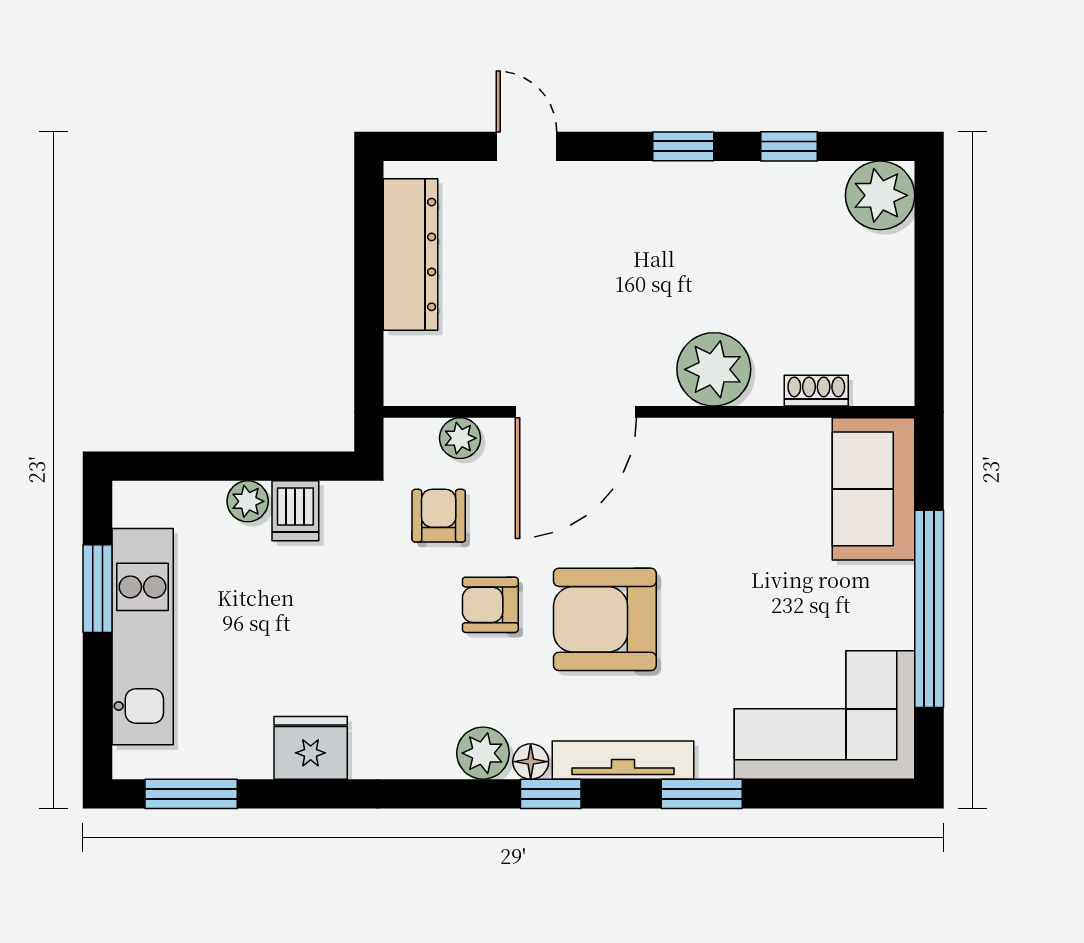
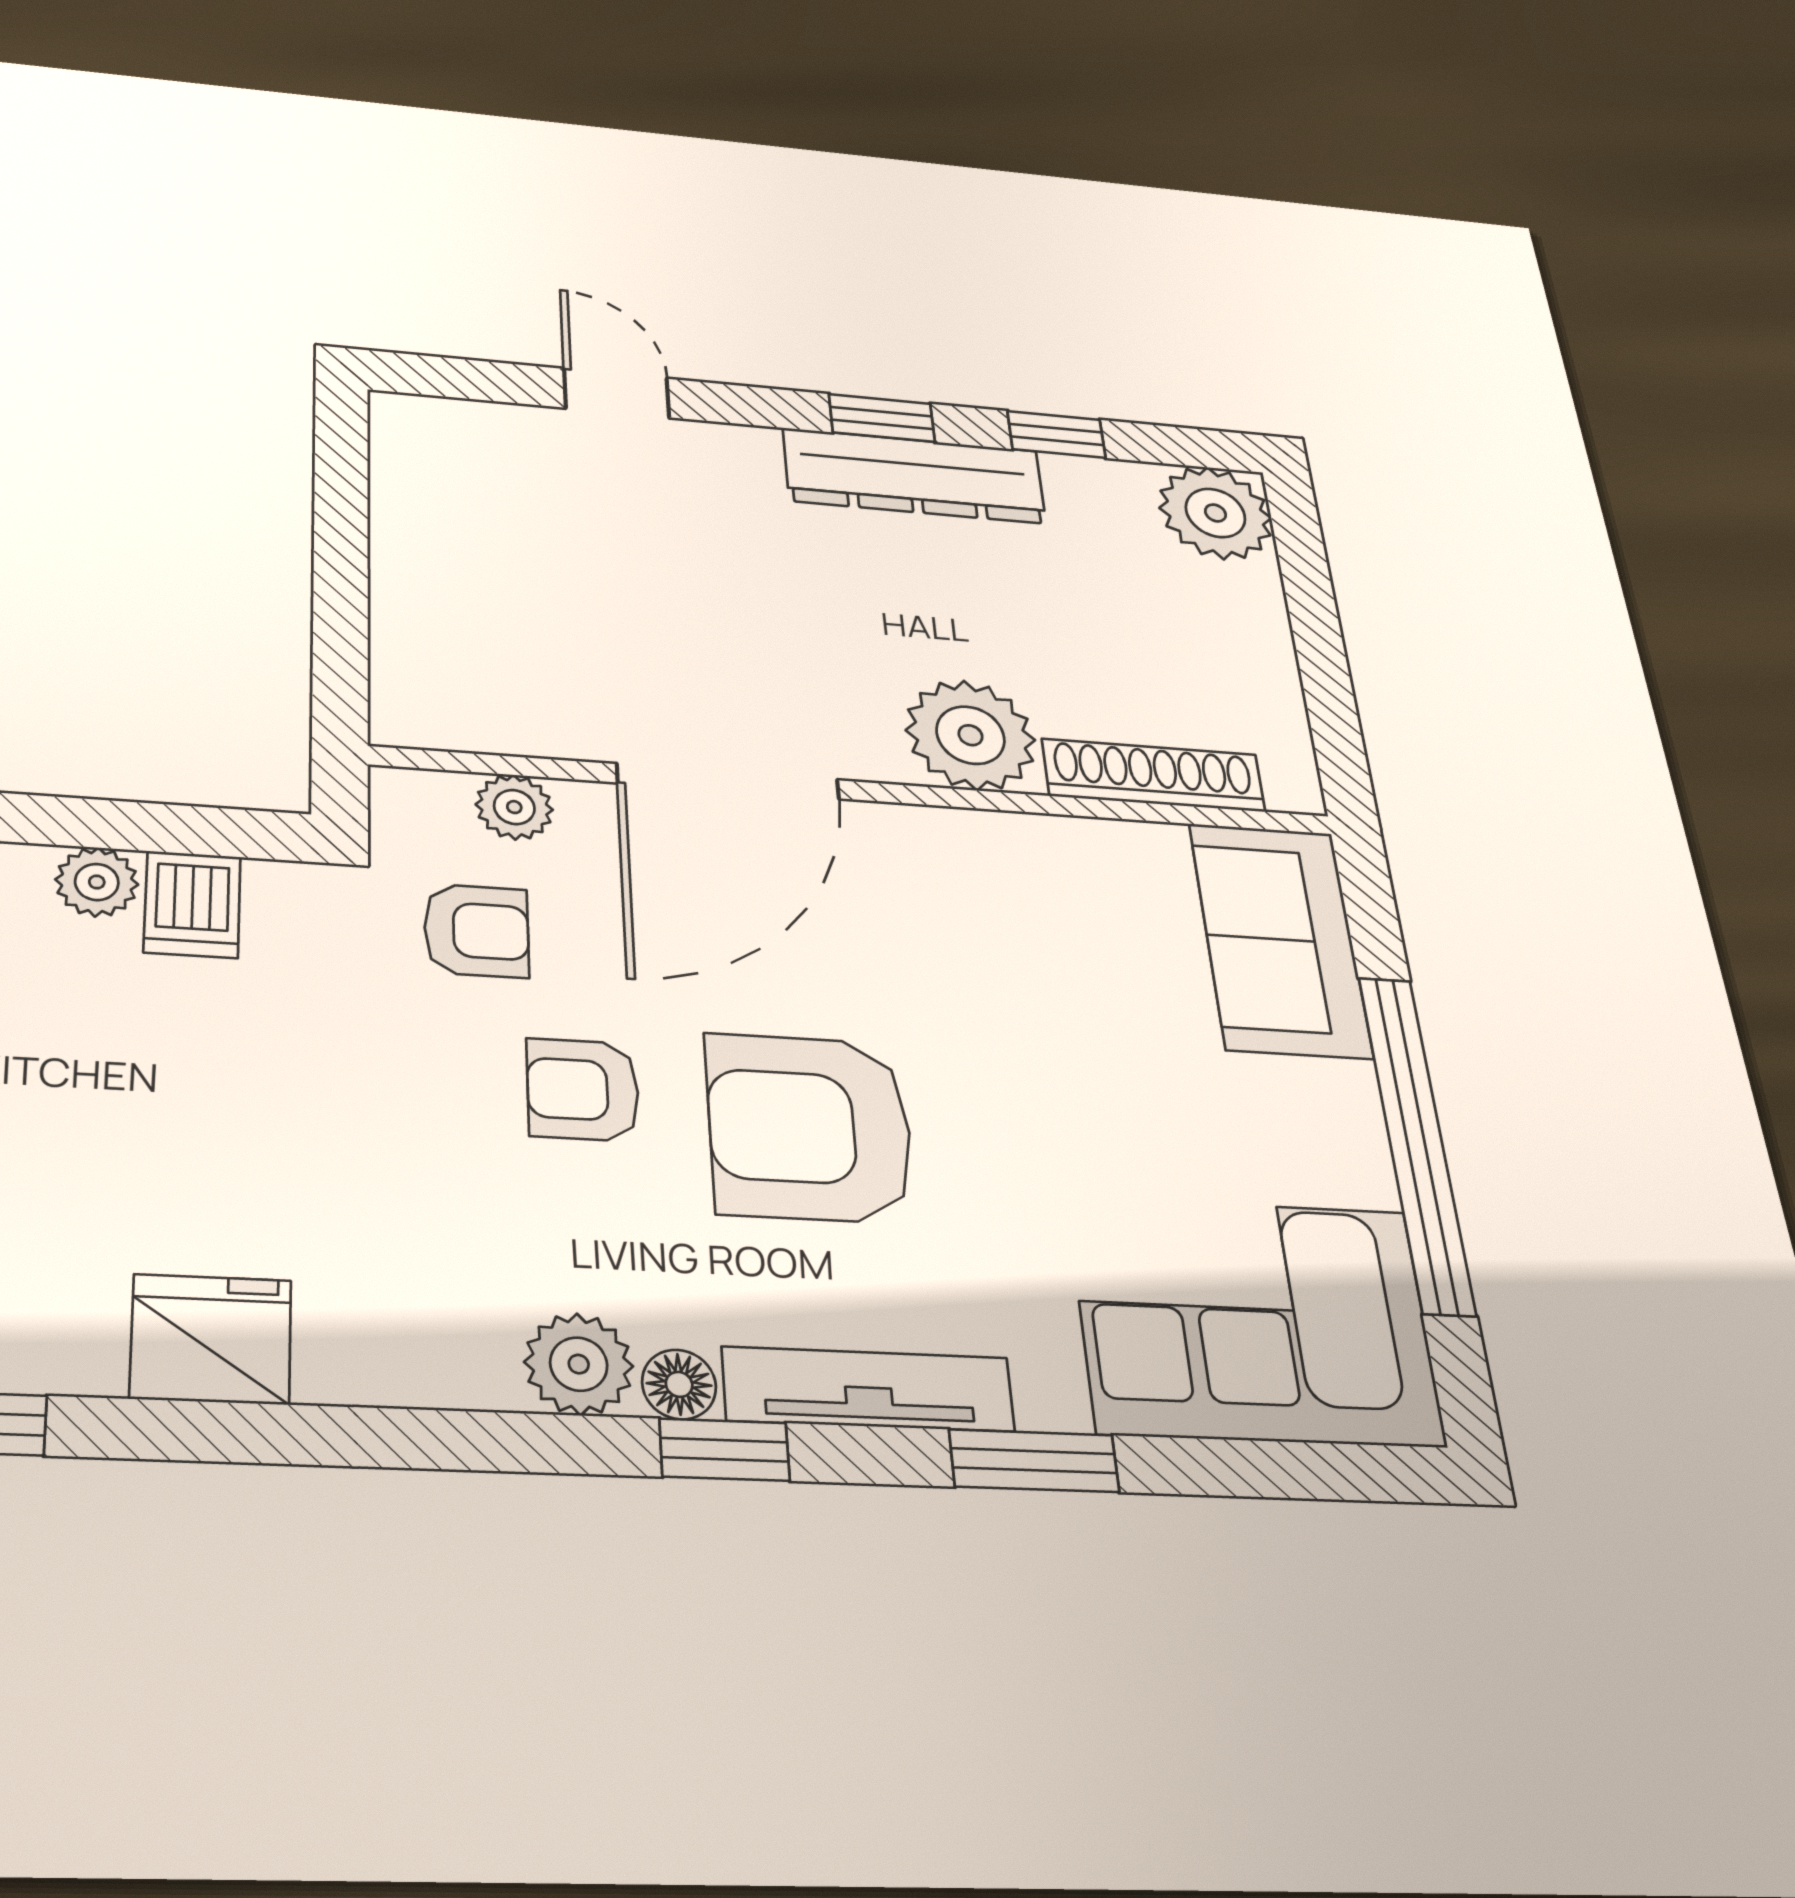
dresser: (410, 254) -> (914, 476), moved, turned 90
shoe rack: (816, 391) -> (1154, 775), width x1.94, depth x1.24
armchair: (439, 516) -> (476, 931), turned 90

